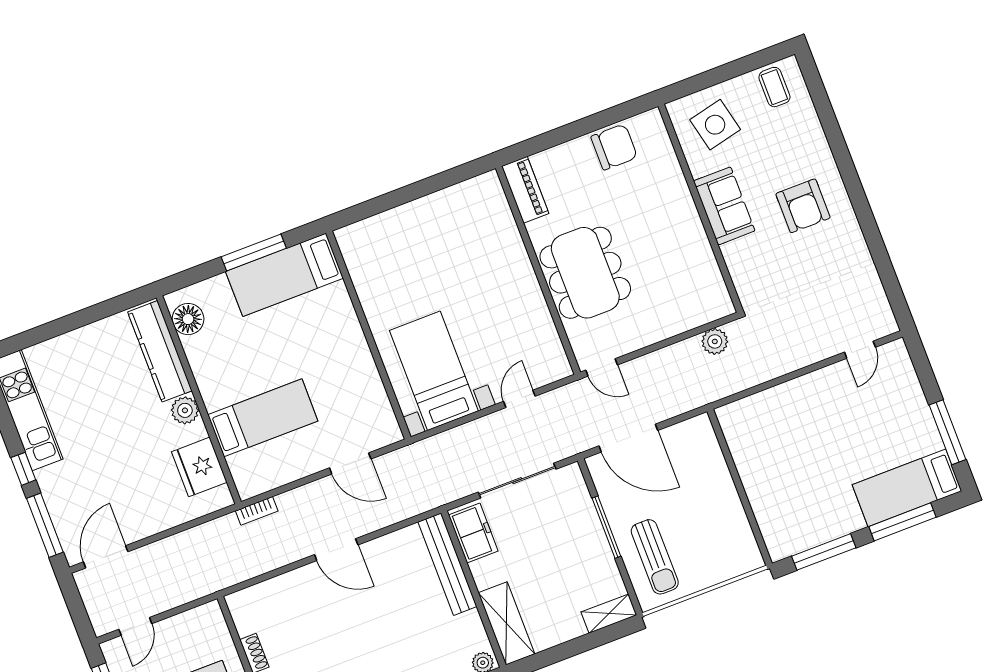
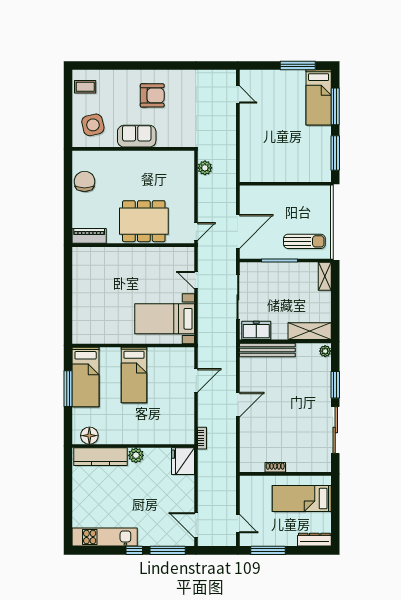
bed: (263, 418) -> (134, 375), moved, turned 180
fridge: (199, 467) -> (183, 461), moved, turned 90

